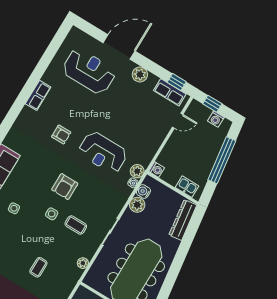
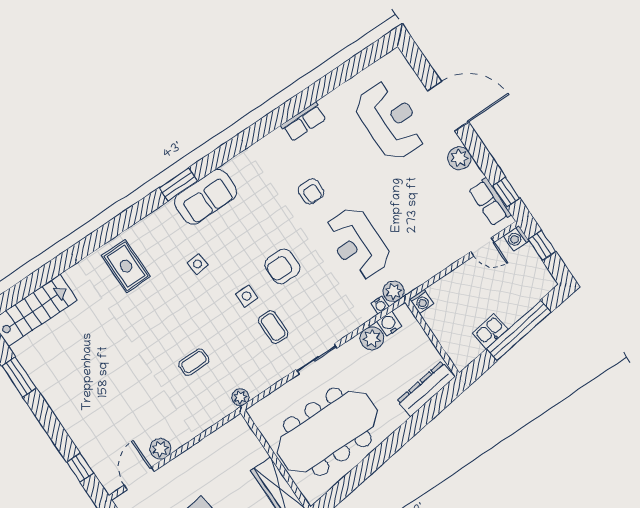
washing machine: (216, 119) -> (516, 238), moved
kitchen sink: (187, 187) -> (490, 331), moved, turned -98
plant: (83, 263) -> (240, 397), moved

